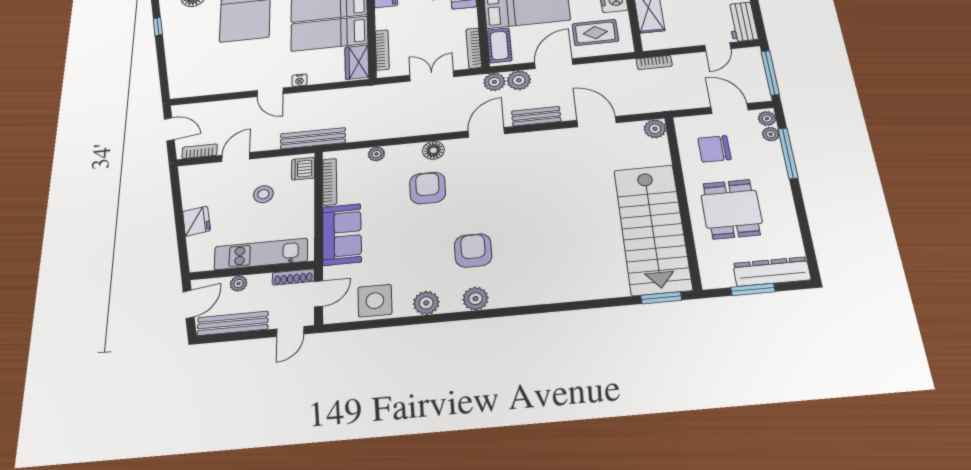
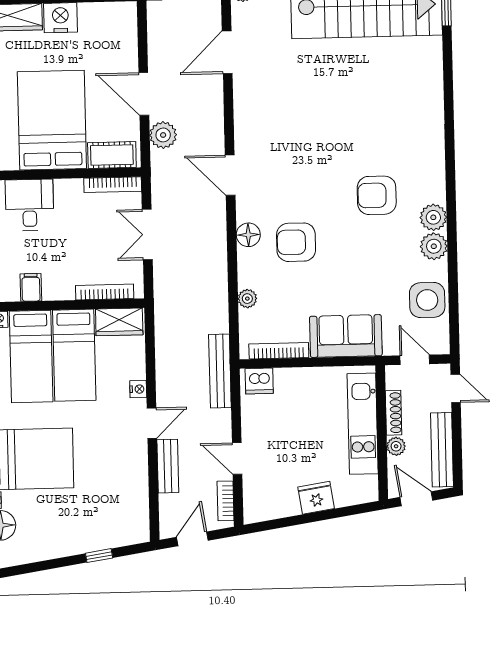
window: (158, 26) -> (99, 556), moved
rug: (595, 33) -> (105, 43), removed
plant: (494, 82) -> (163, 163), removed
bench: (536, 116) -> (168, 466), moved
stool: (263, 194) -> (288, 425), removed
shoe rack: (293, 277) -> (394, 413), moved
plant: (475, 299) -> (433, 217), moved

